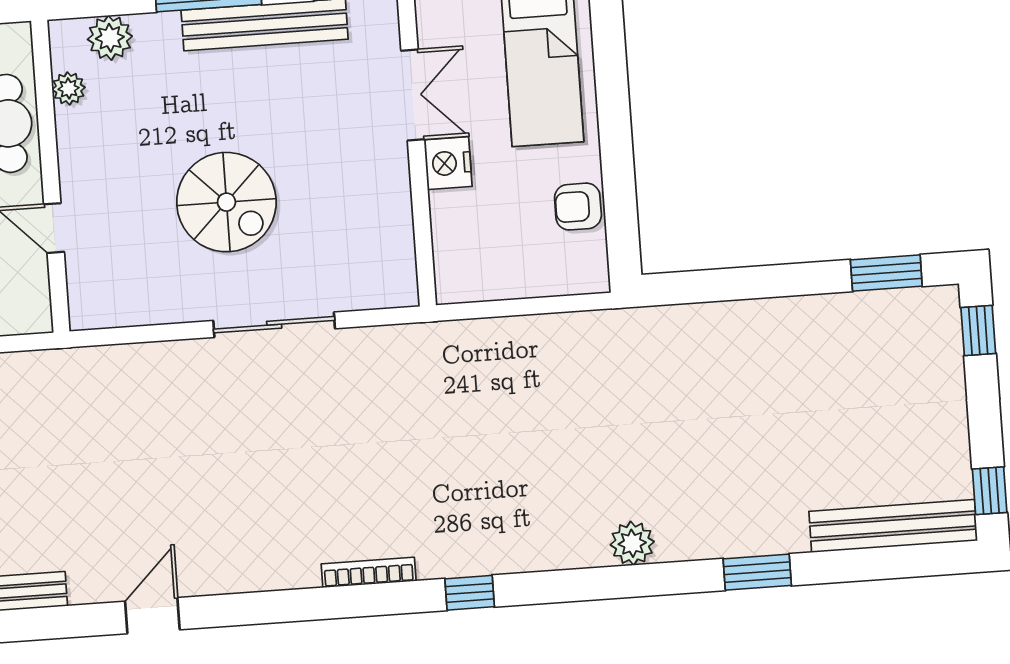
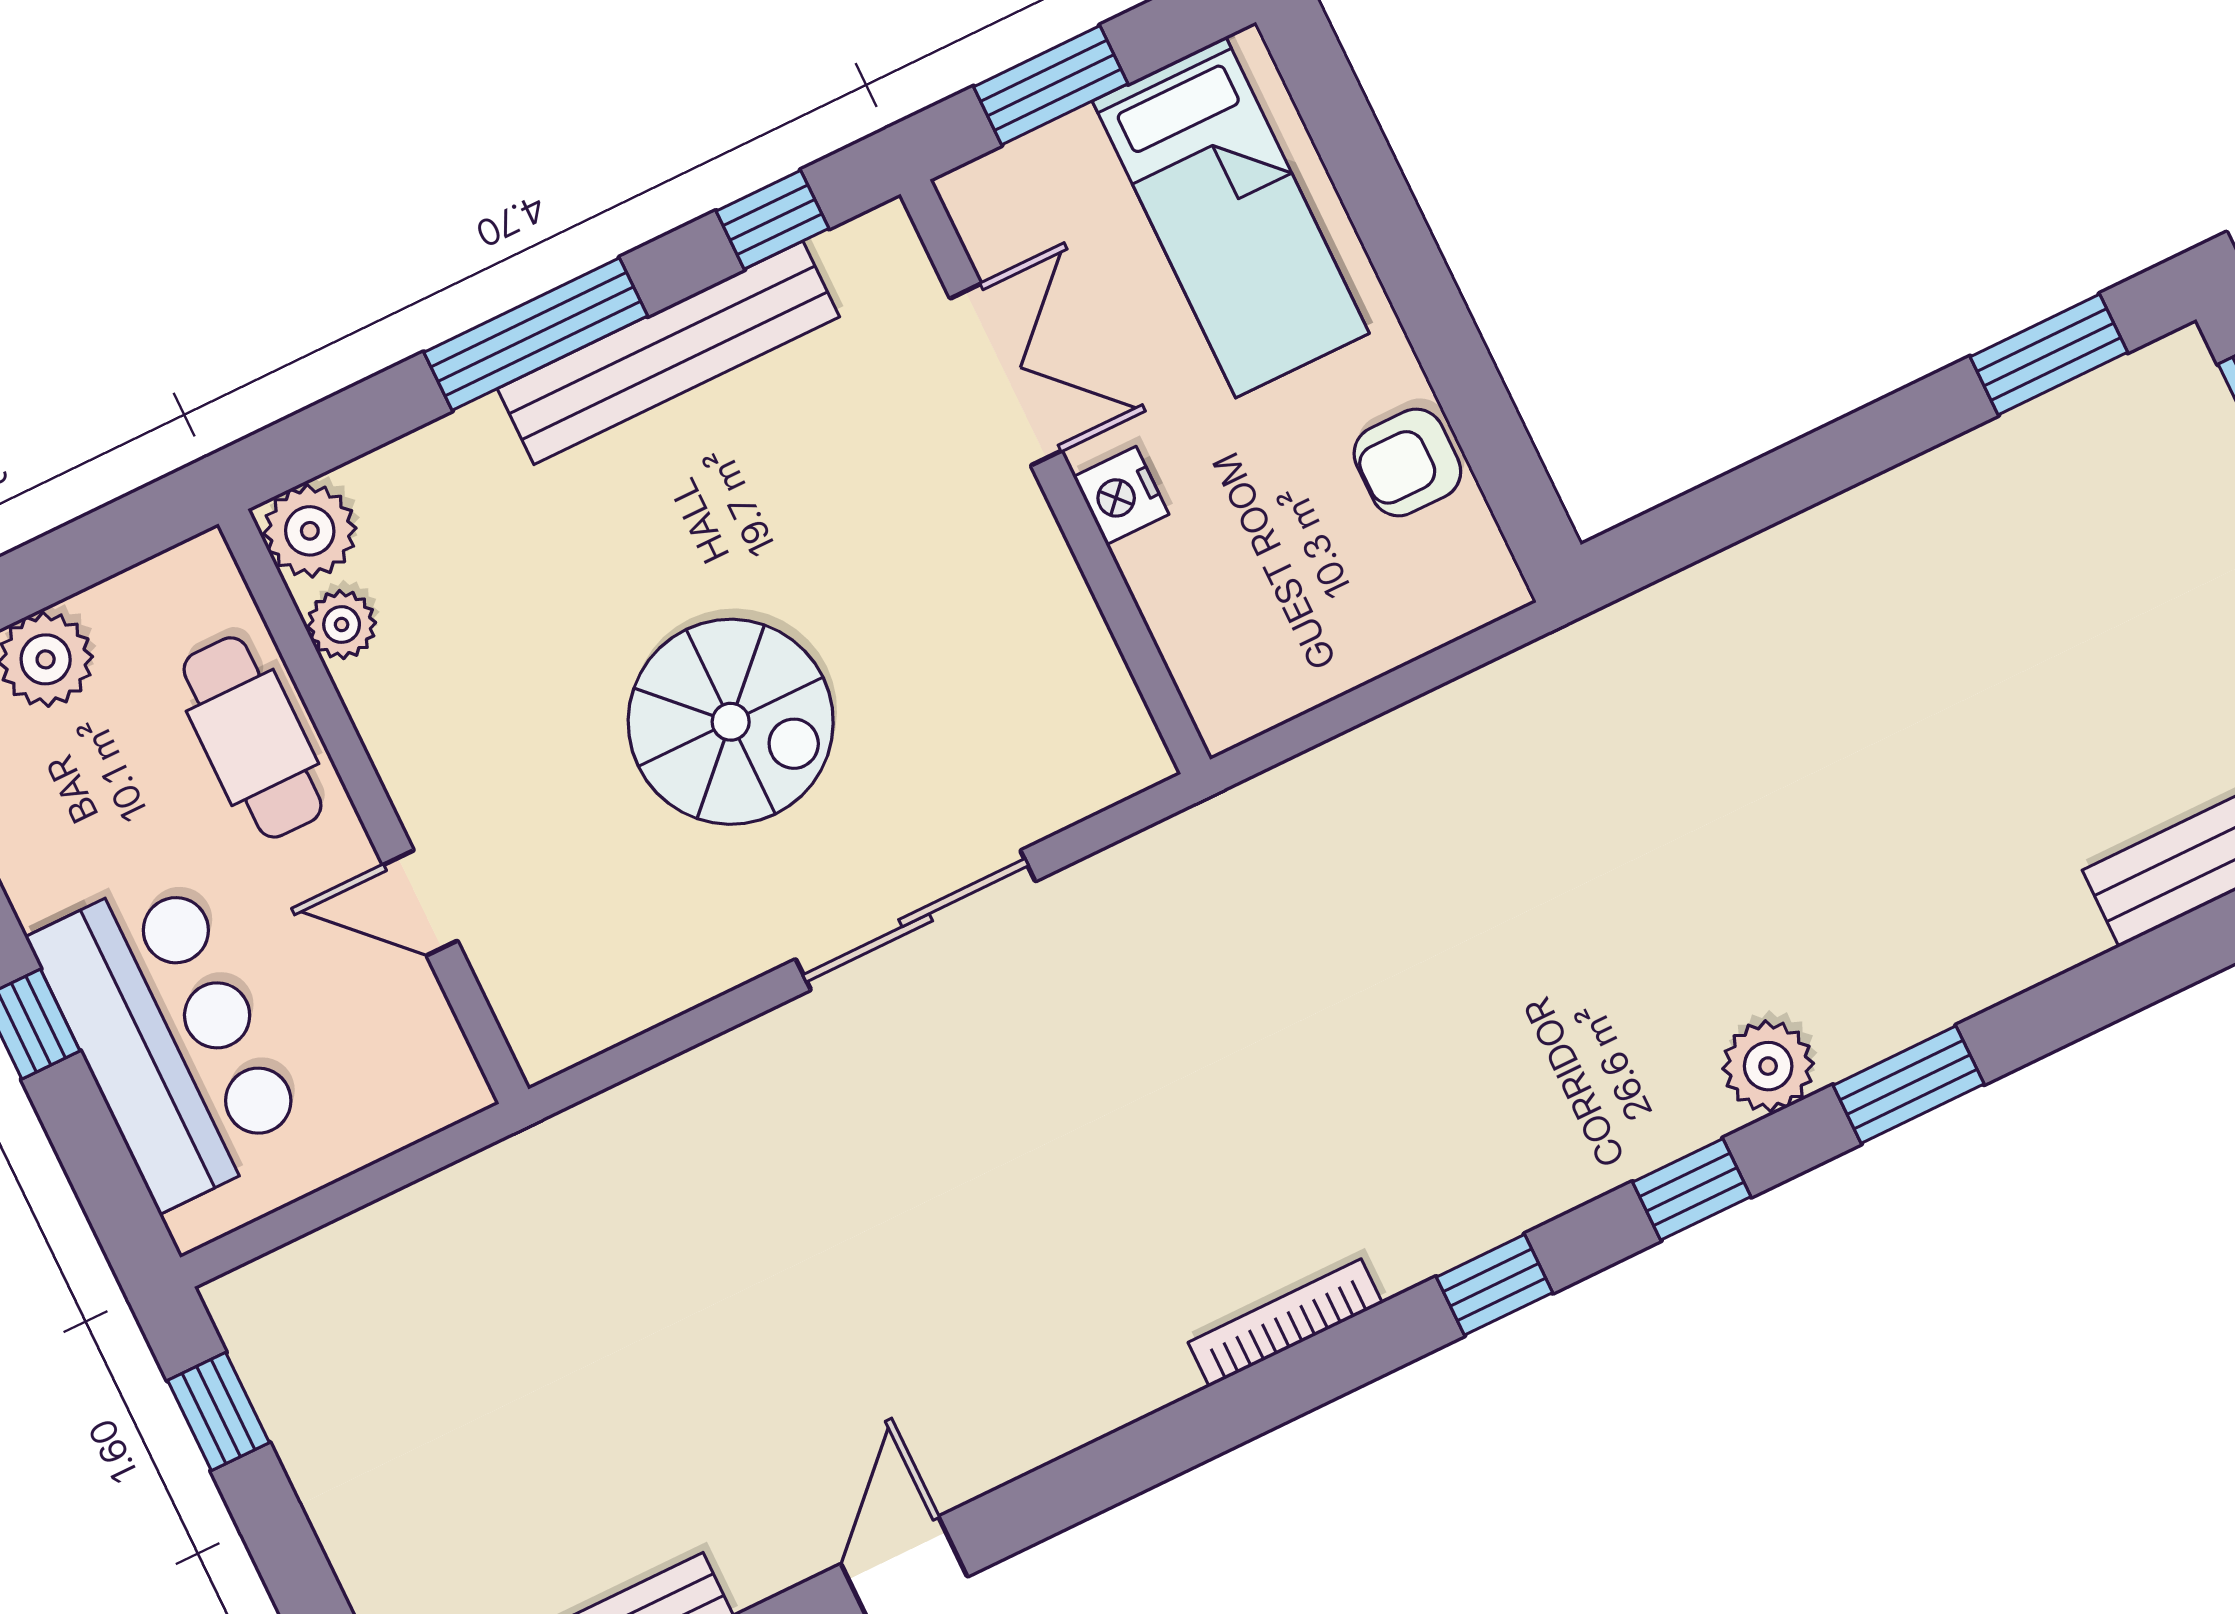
plant: (110, 38) -> (310, 531), moved
nightstand: (448, 163) -> (1121, 496), width x0.74, depth x0.75
window: (757, 572) -> (1909, 1085), moved
window: (576, 585) -> (1692, 1189), added

